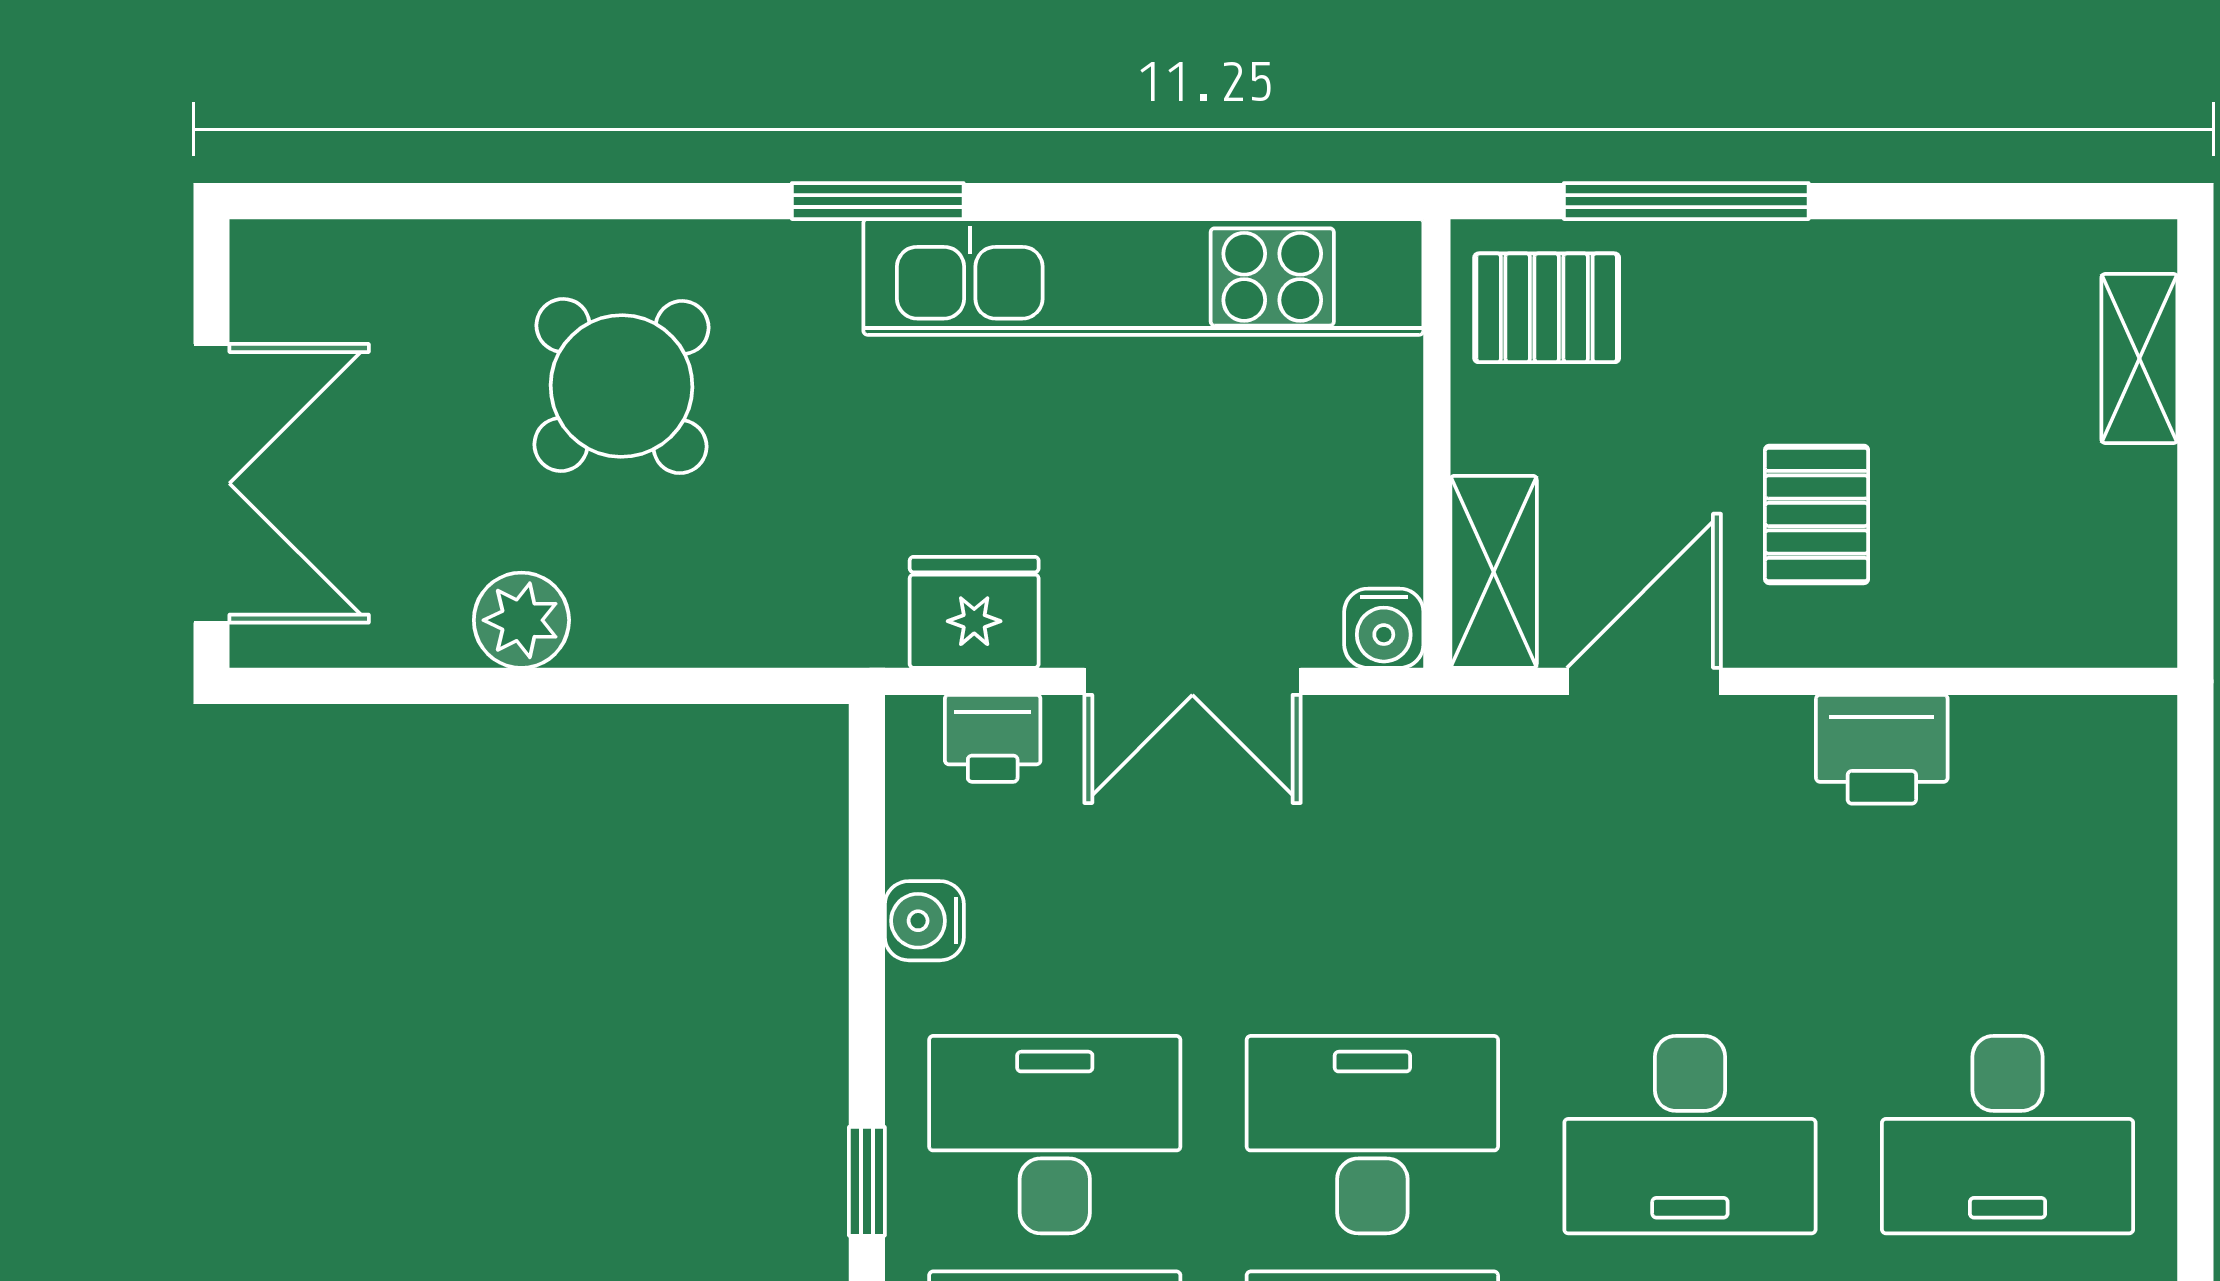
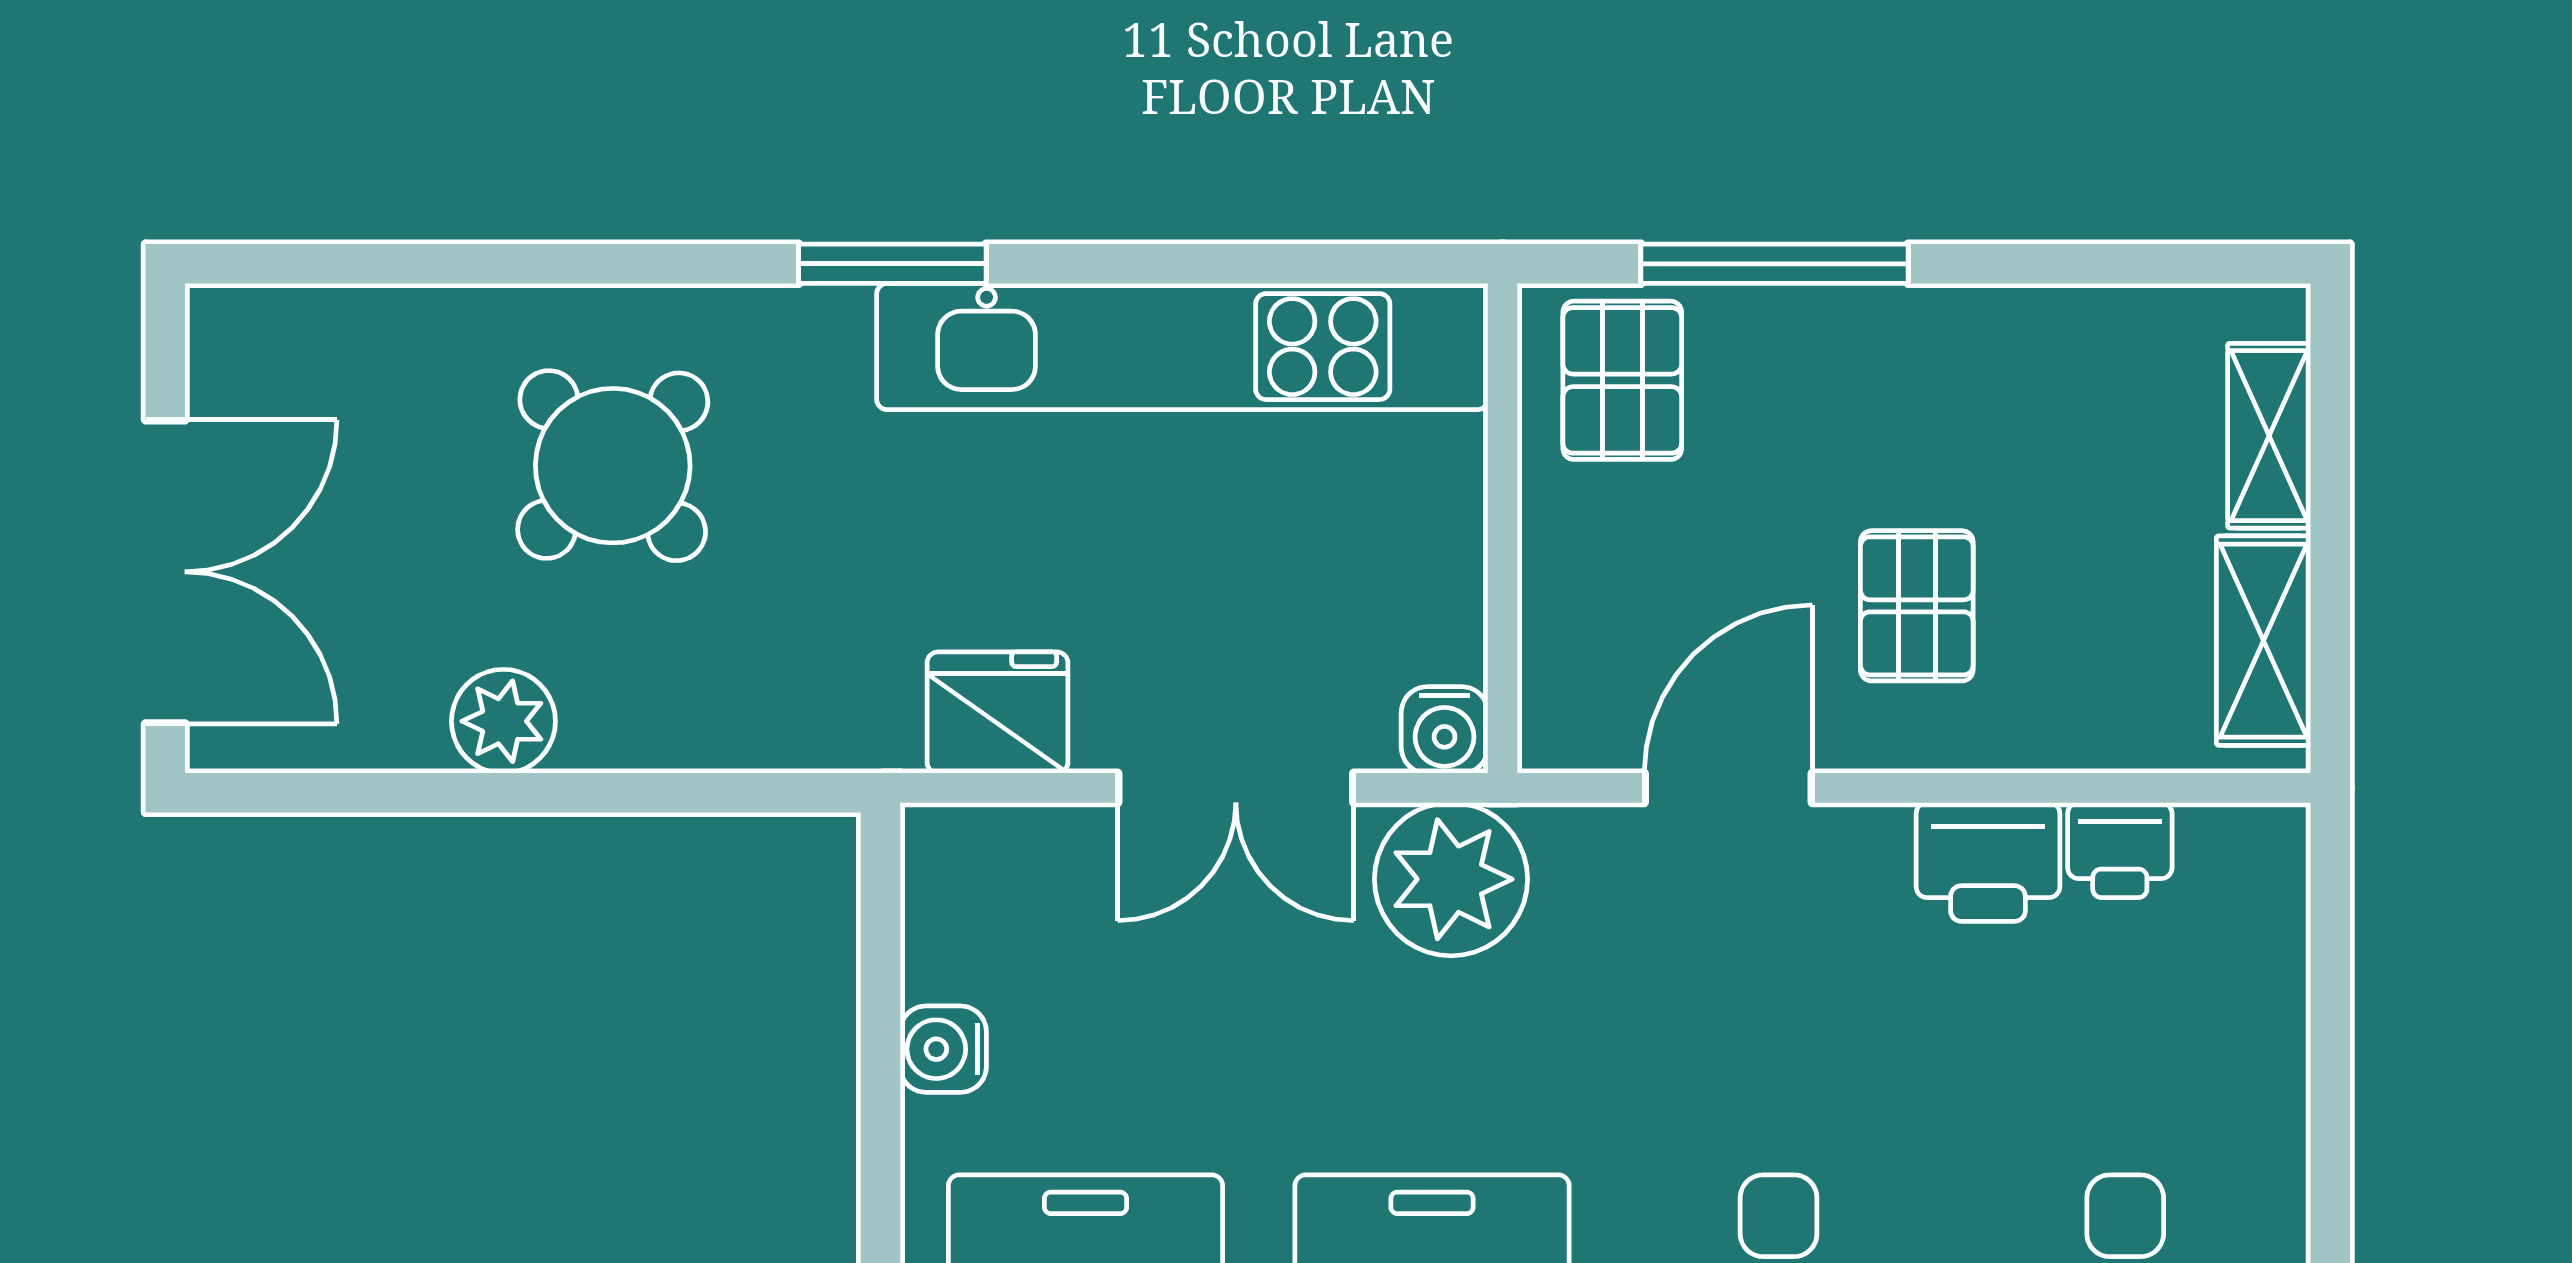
pallet: (1547, 308) -> (1622, 380), turned 90
shelving: (1494, 572) -> (2263, 641), moved
printer: (993, 738) -> (2120, 850), moved
plant: (1390, 765) -> (1451, 879), added

